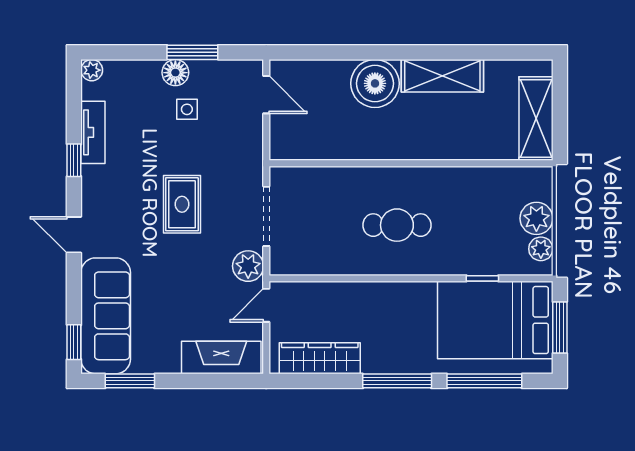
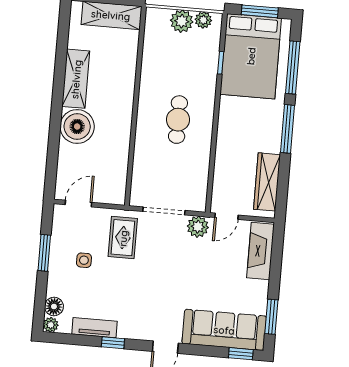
floor lamp: (175, 73) -> (54, 307), moved
rug: (182, 204) -> (123, 238), moved, turned 90
door: (266, 305) -> (226, 216), hinge flipped

